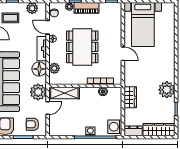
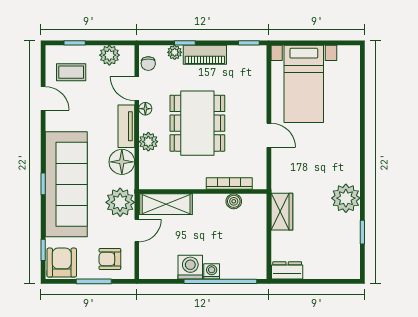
plant: (54, 68) -> (148, 142), moved
washing machine: (115, 127) -> (190, 267), moved, turned 90
wardrobe: (159, 130) -> (332, 268), removed

